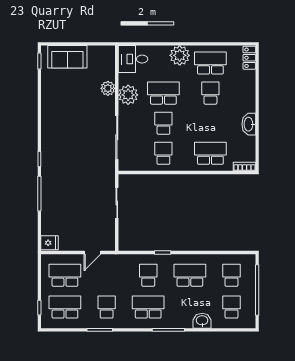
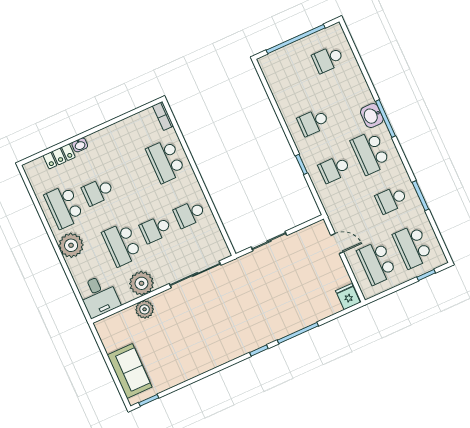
locker: (249, 58) -> (59, 156), moved
washbasin: (249, 124) -> (80, 145), moved, width x0.52, depth x0.69
school desk: (190, 275) -> (313, 122), width x0.54
school desk: (232, 275) -> (292, 75), removed
washbasin: (202, 321) -> (372, 116), moved

